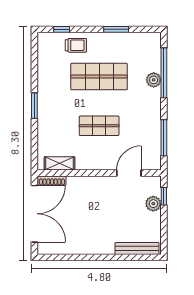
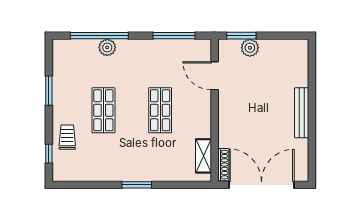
shop shelf: (99, 77) -> (103, 110), width x0.70, depth x0.74
window: (164, 196) -> (241, 36), width x1.50
bench: (137, 248) -> (302, 113), moved

